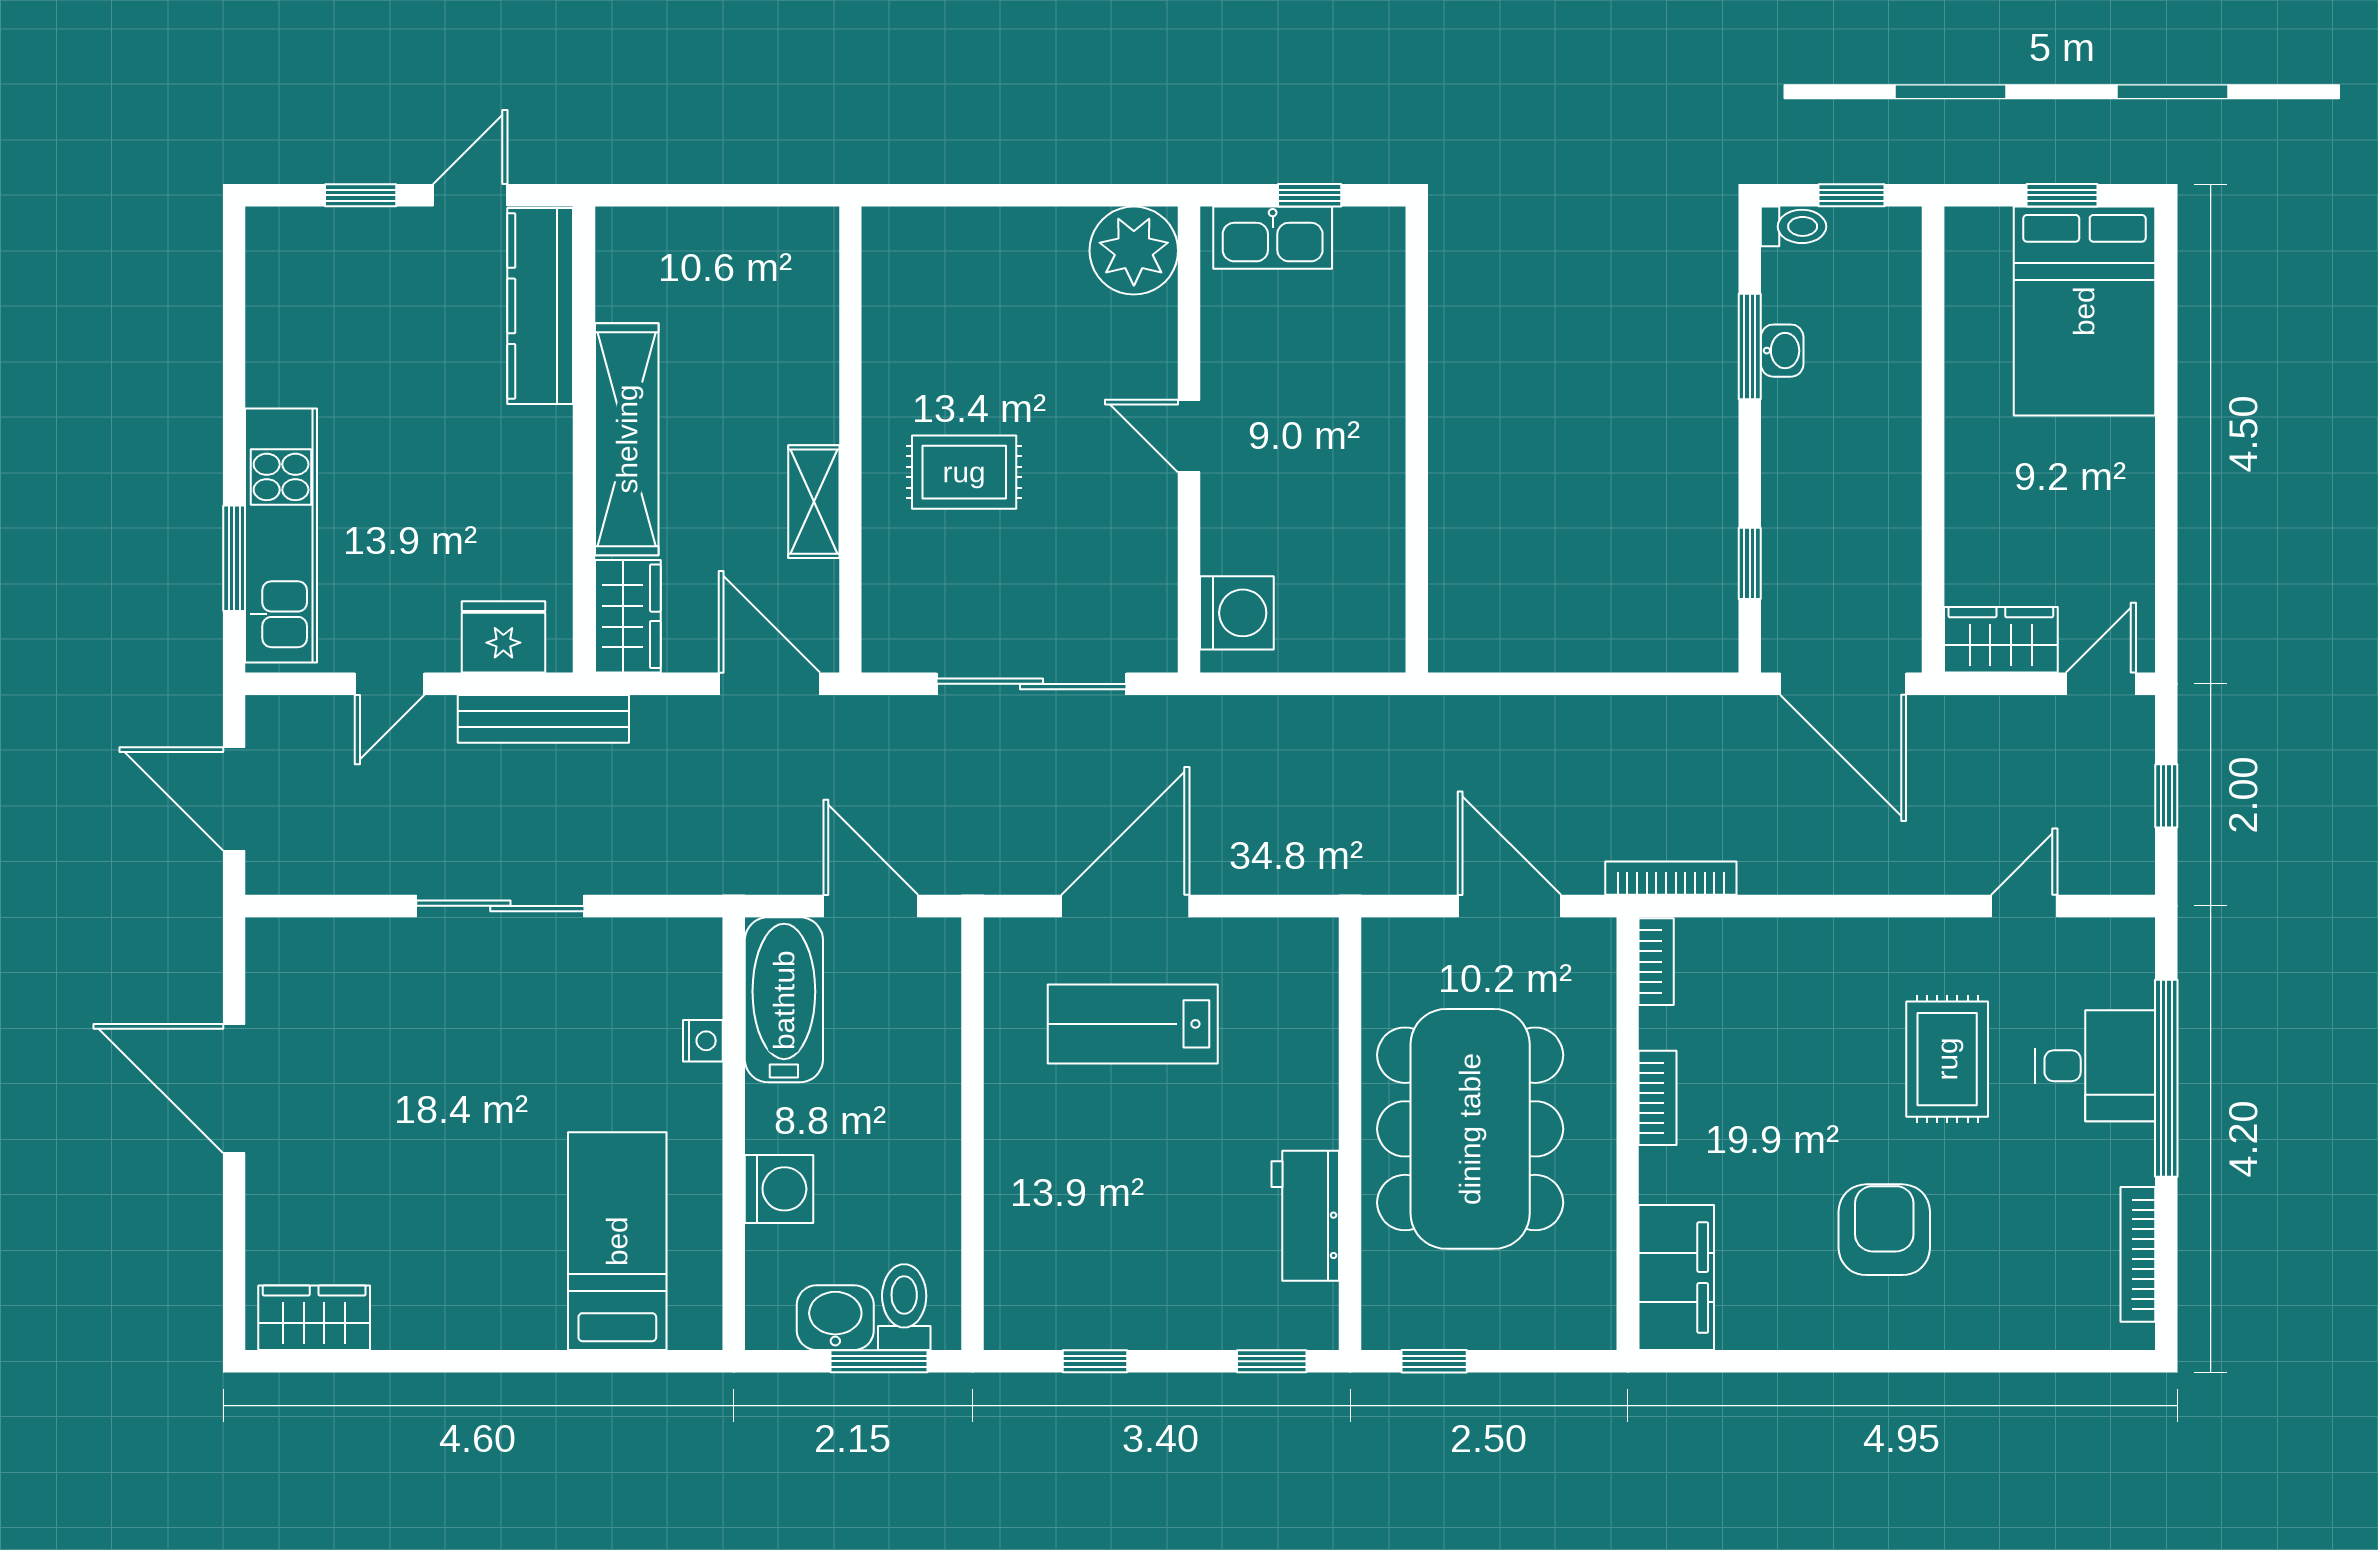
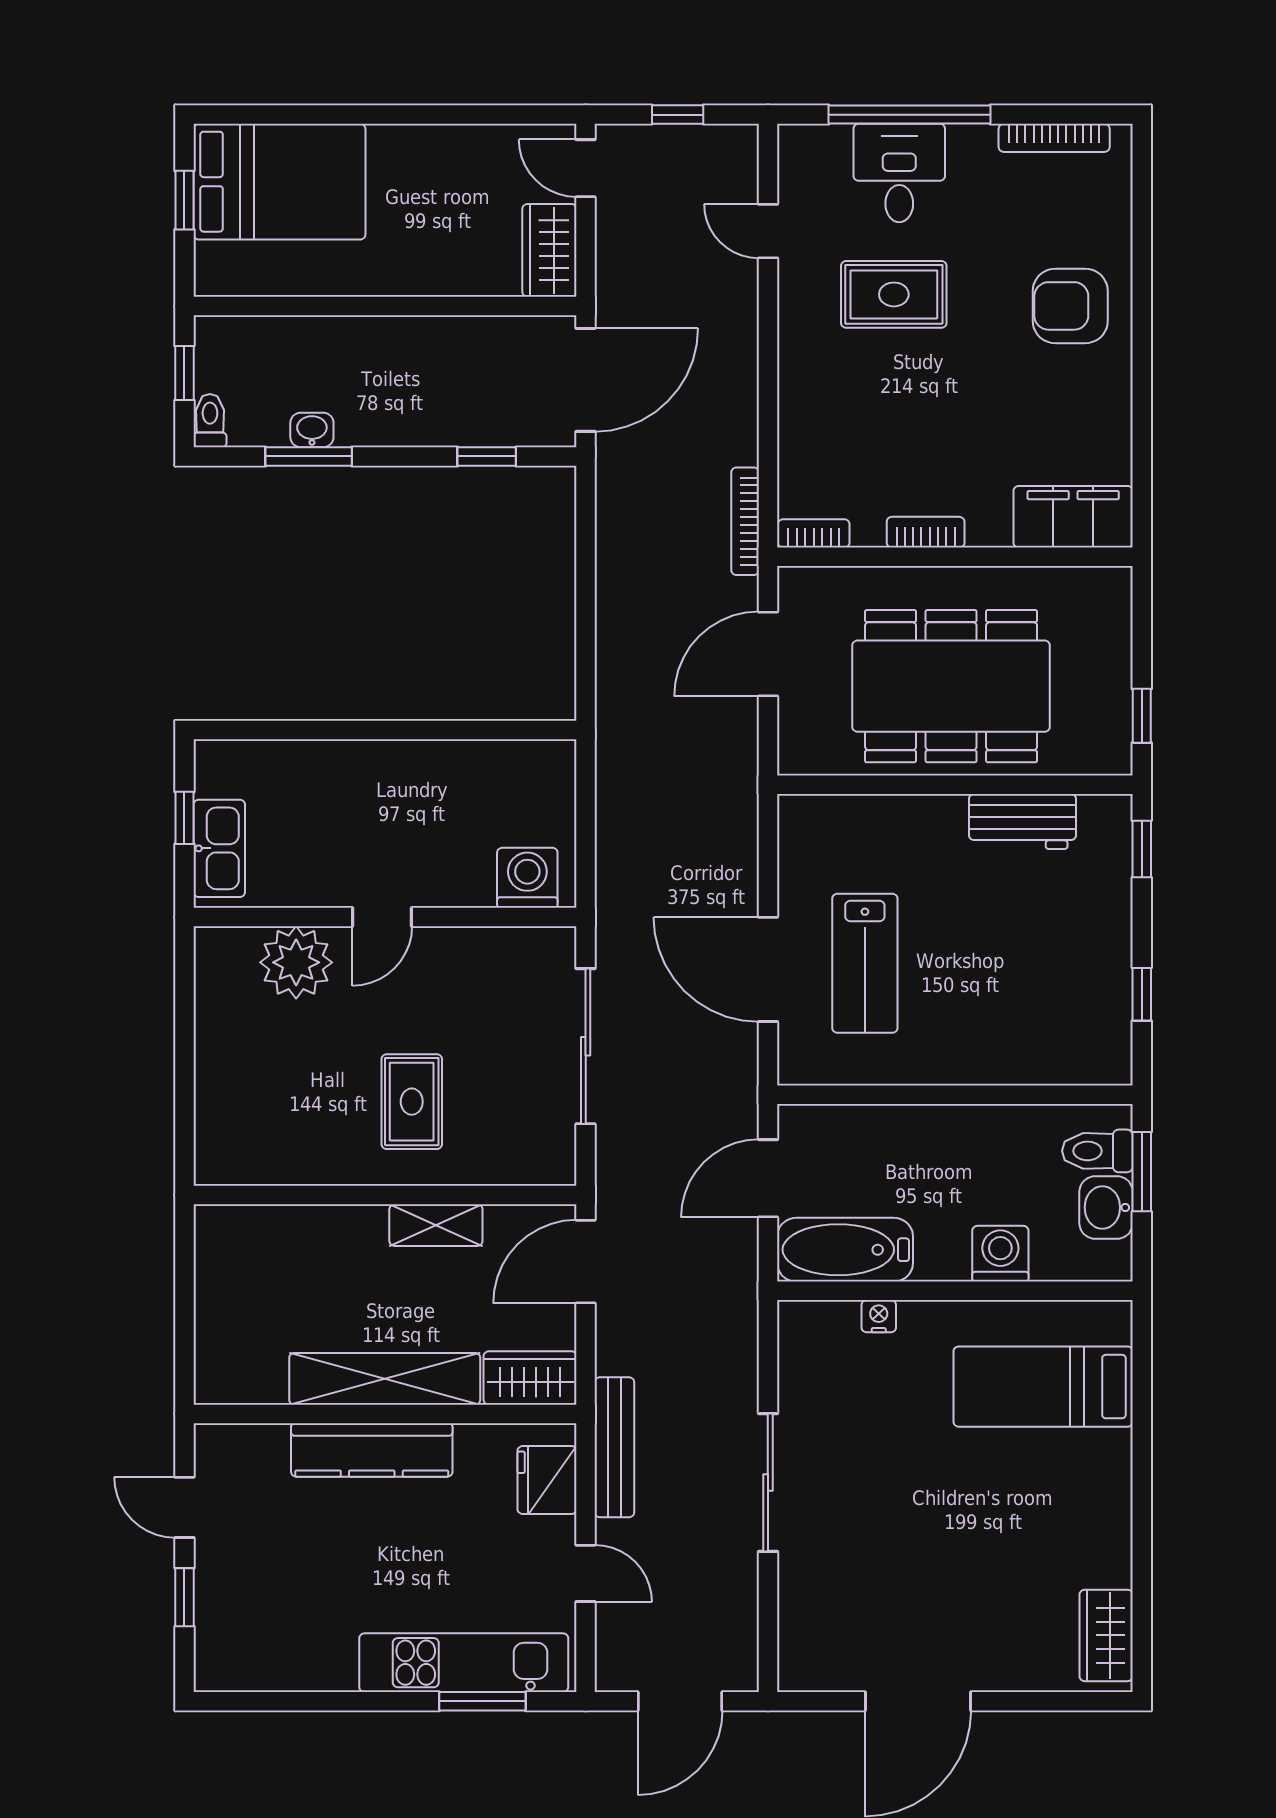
plant: (1134, 251) -> (296, 962), moved
kitchen counter: (540, 306) -> (372, 1450), moved
armchair: (1884, 1230) -> (1070, 306), moved

